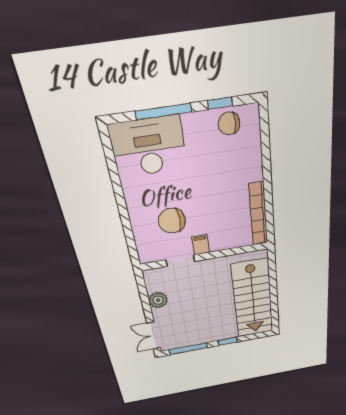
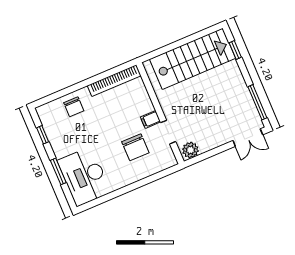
window: (163, 111) -> (58, 171), width x0.69
chair: (229, 123) -> (74, 107), moved
plant: (158, 300) -> (190, 150), moved
window: (227, 341) -> (235, 50), moved

